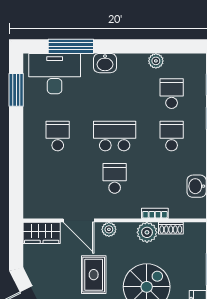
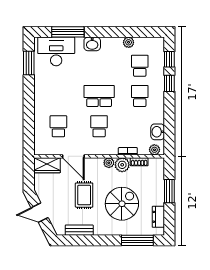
school desk: (58, 136) -> (58, 126), moved
plant: (192, 211) -> (154, 150), added
plant: (109, 229) -> (109, 163), moved

